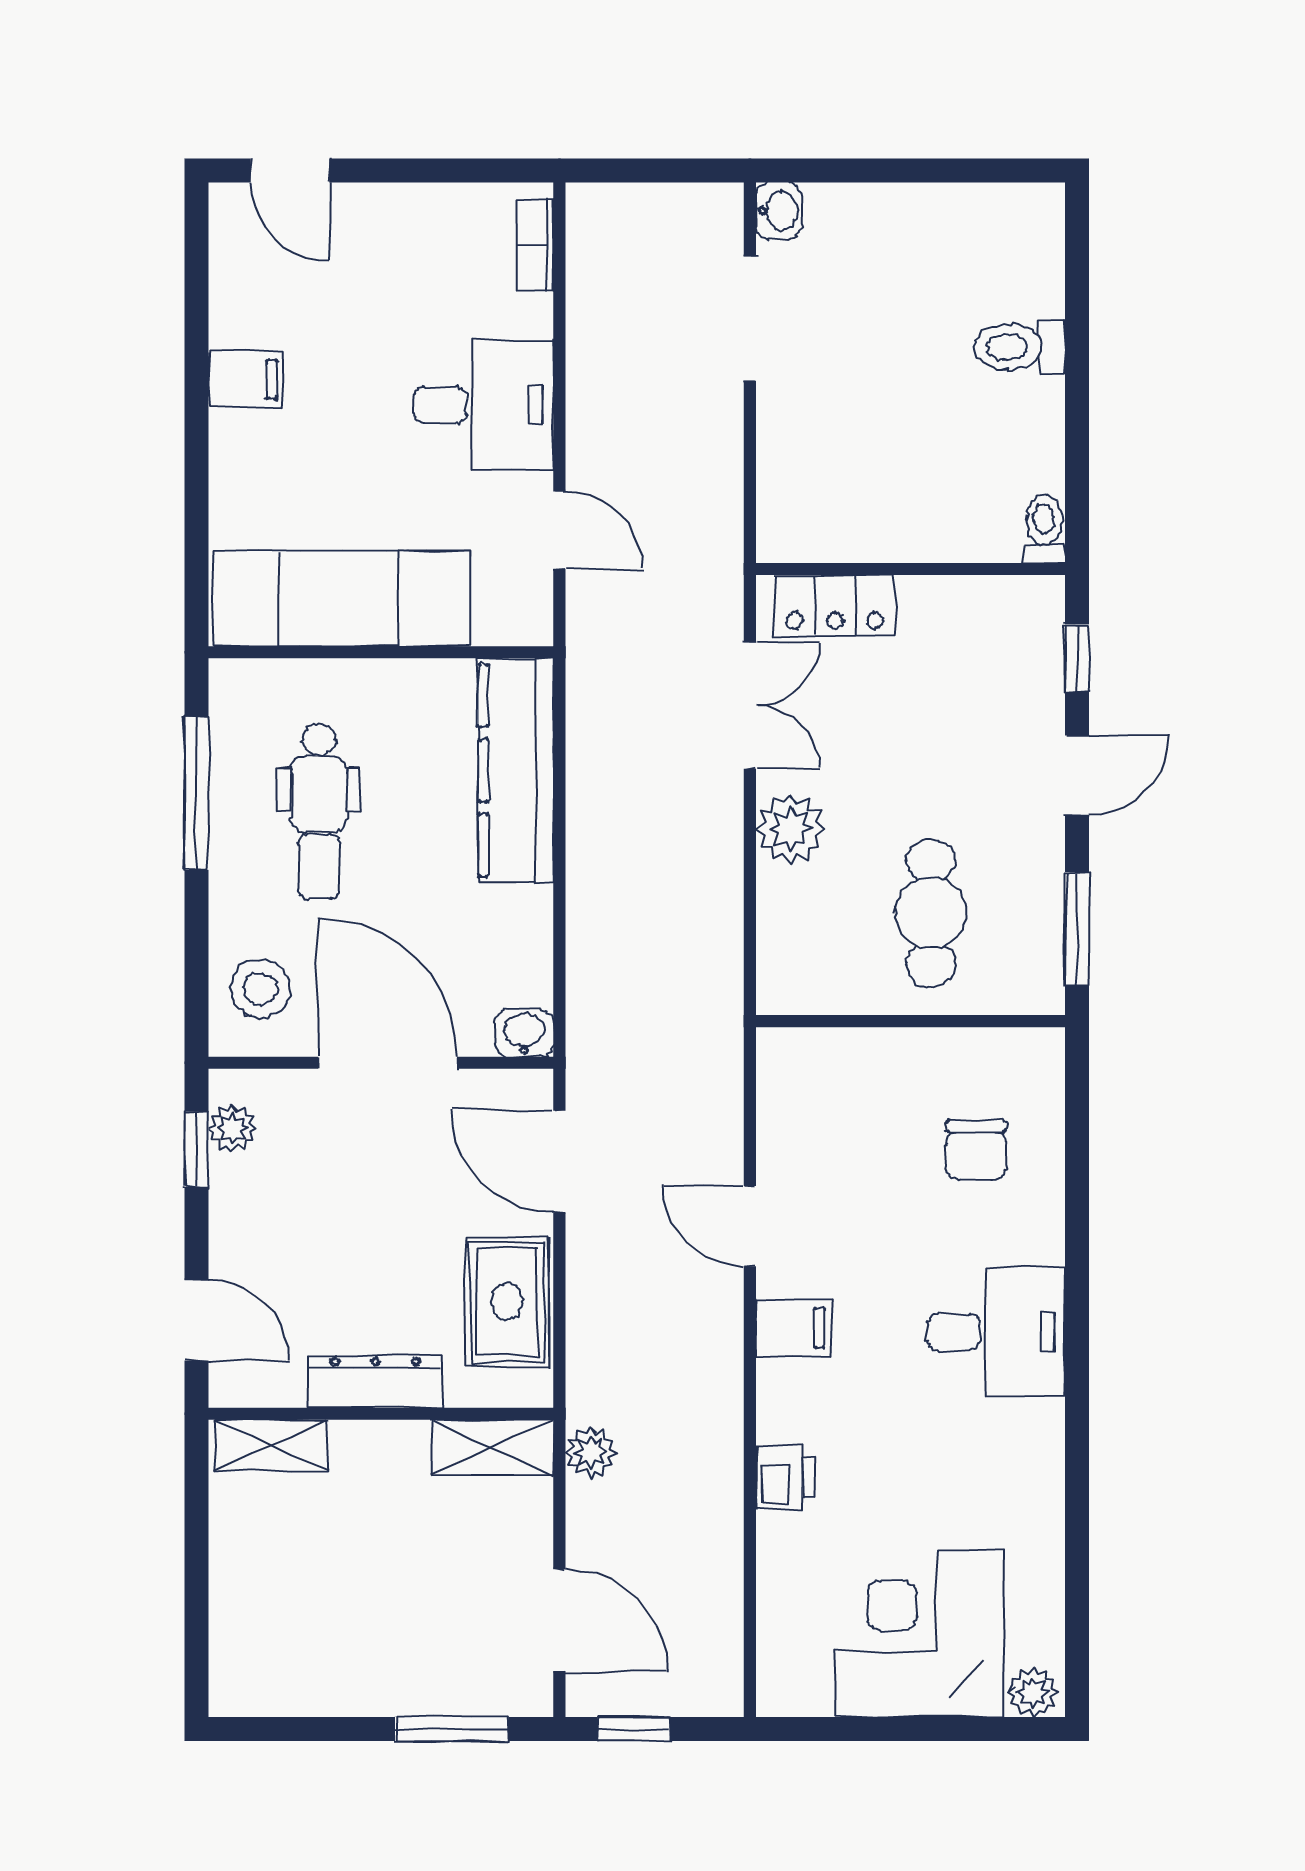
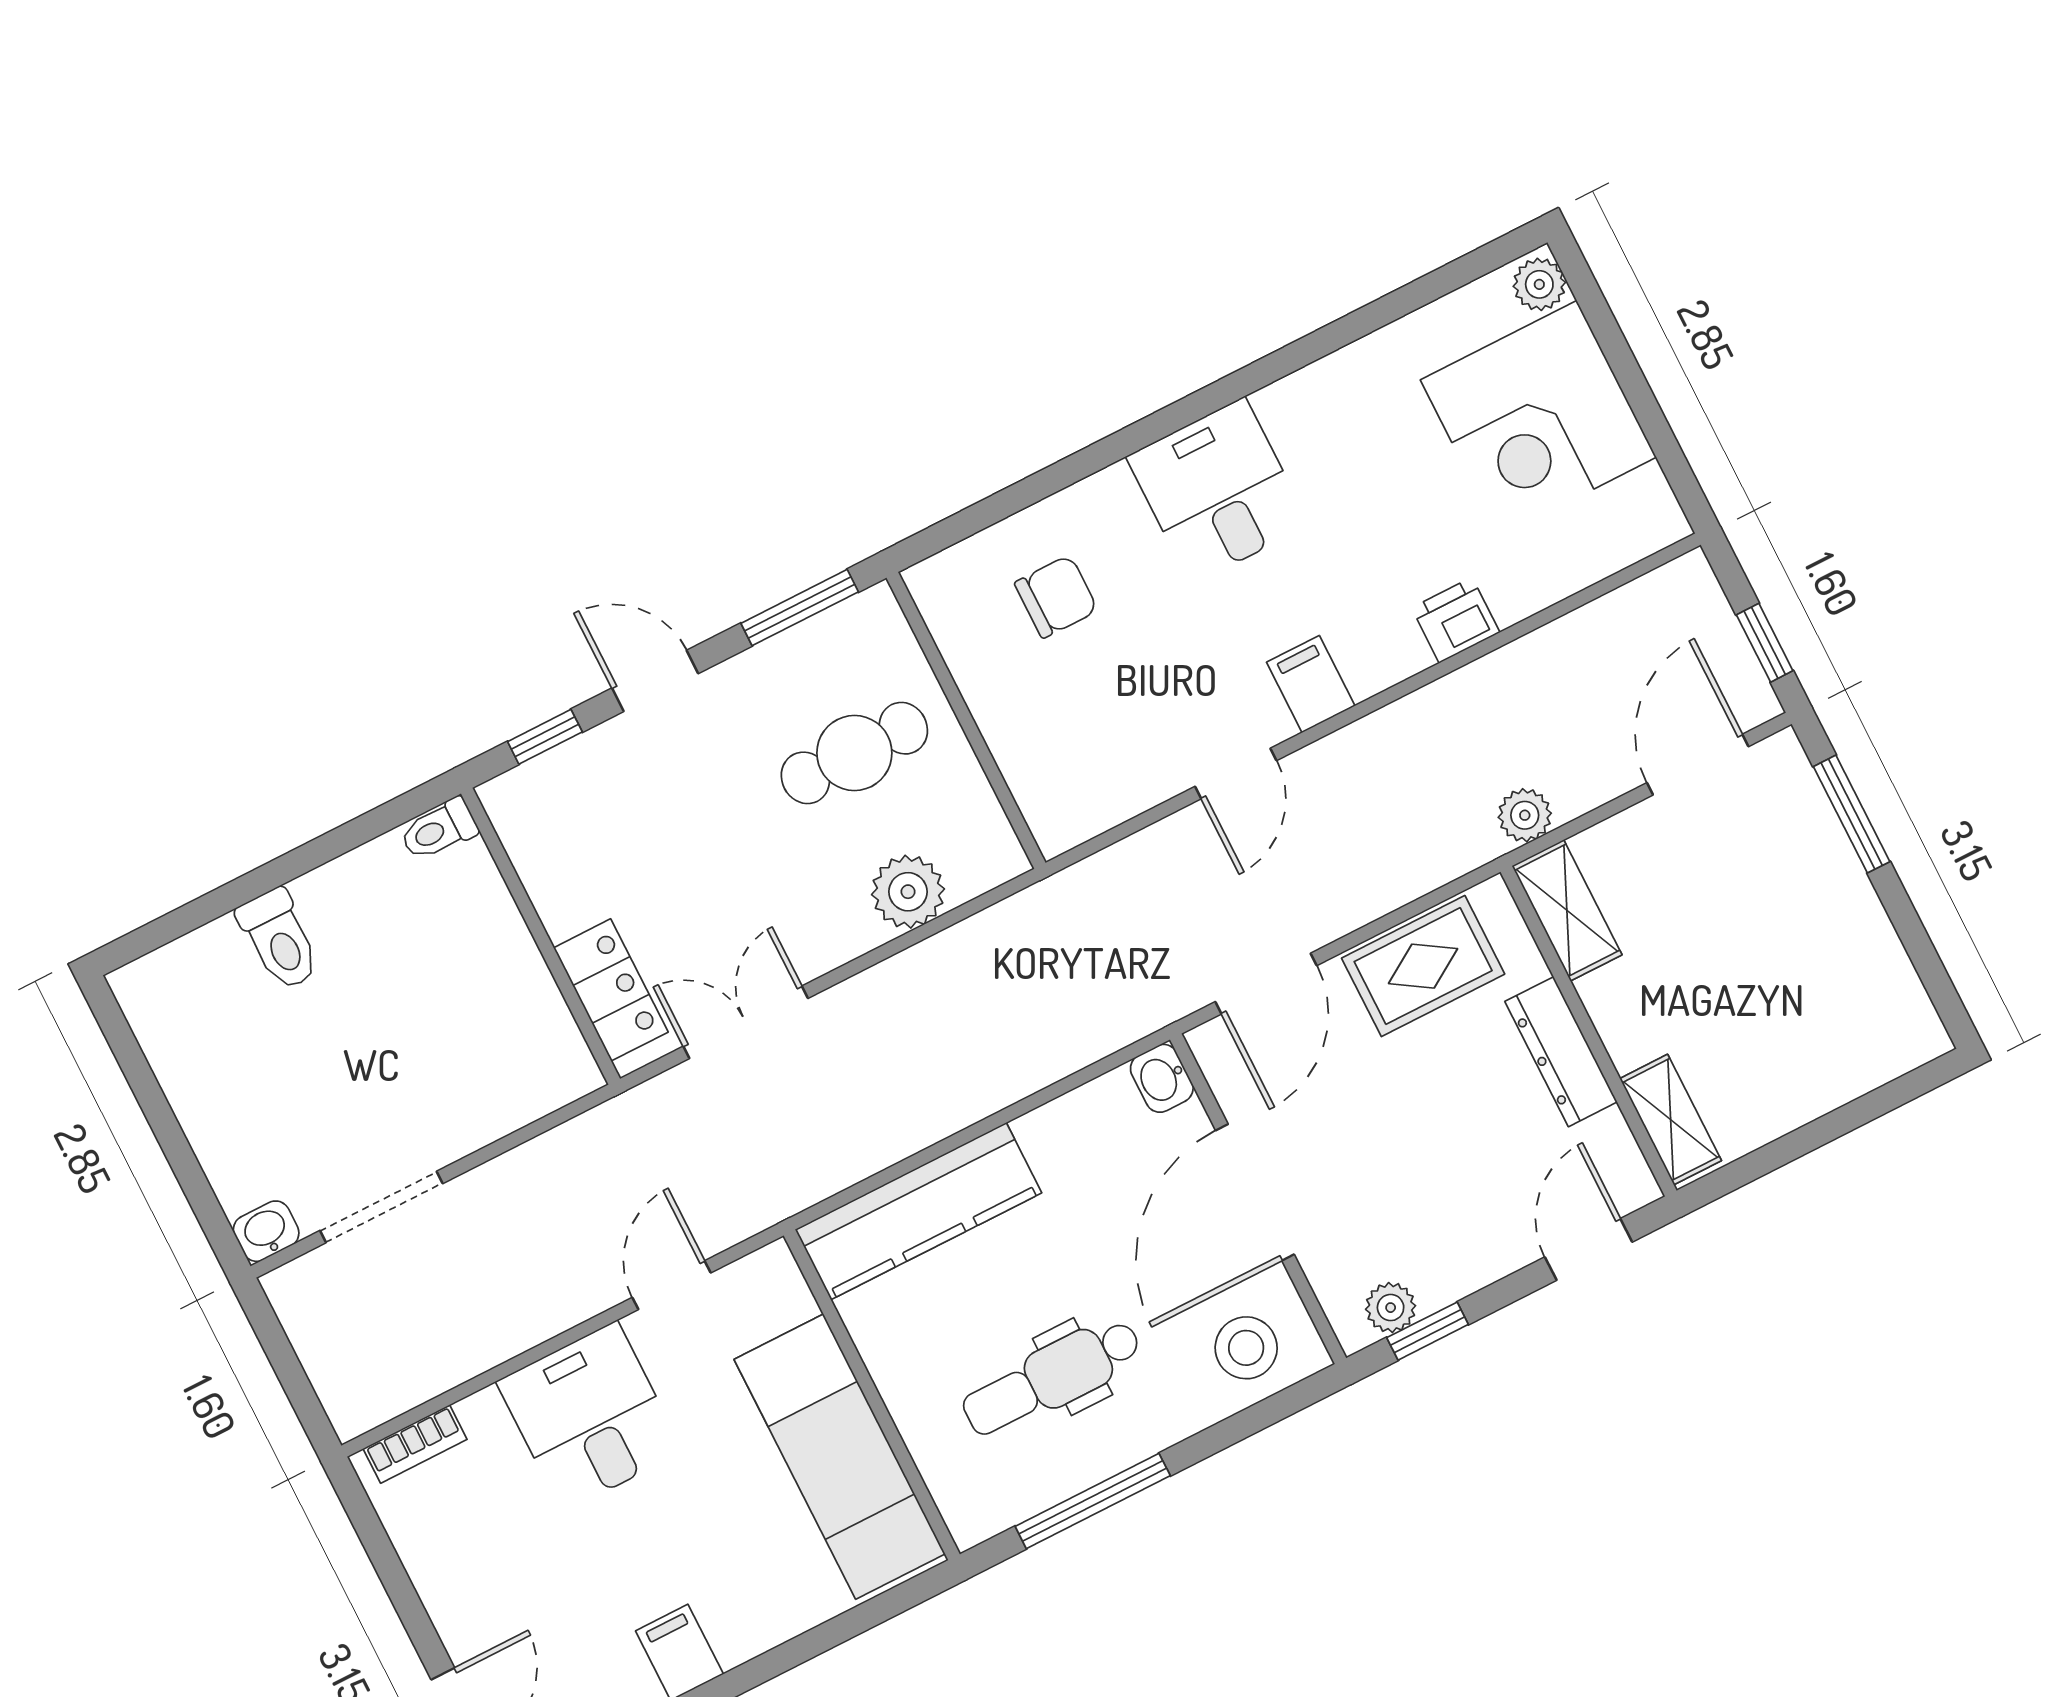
dental chair: (319, 812) -> (1052, 1377), turned 180
plant: (790, 829) -> (908, 892), moved

